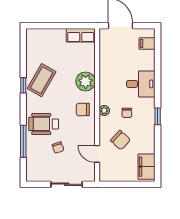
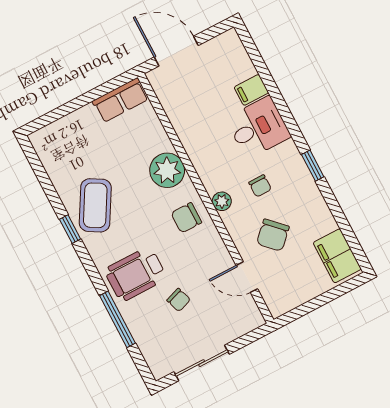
filing cabinet: (147, 44) -> (251, 90), moved
chair: (120, 140) -> (273, 235), turned 93
sliding door: (67, 184) -> (202, 363), moved

